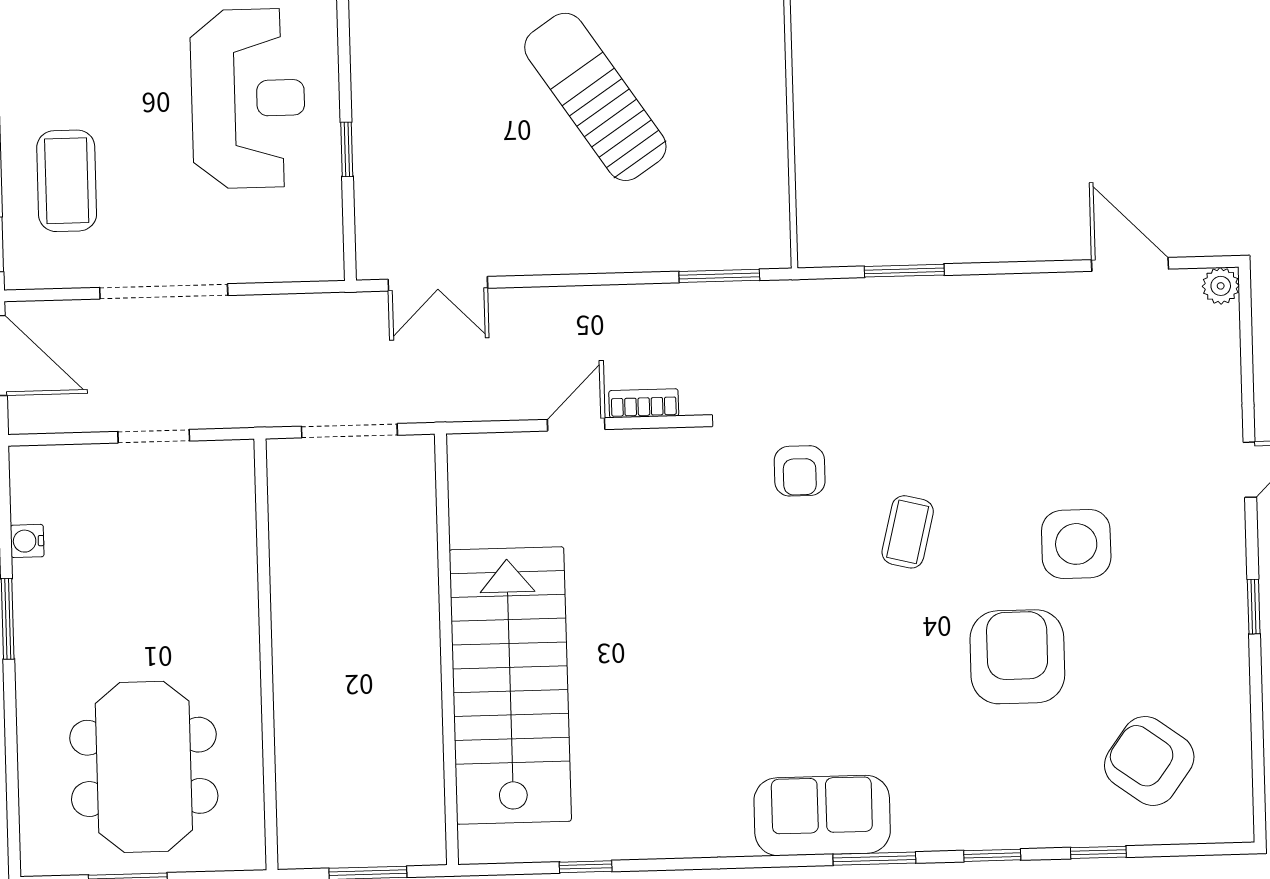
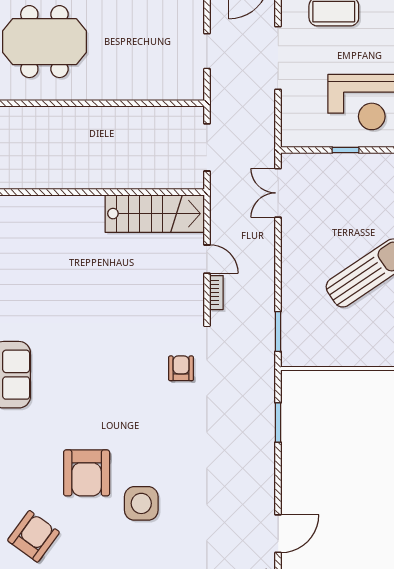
armchair: (800, 471) -> (181, 368), turned 90
coffee table: (908, 532) -> (150, 421), removed
armchair: (1017, 657) -> (87, 473), turned 90
stairs: (510, 686) -> (155, 214), moved, width x0.73, depth x0.66

